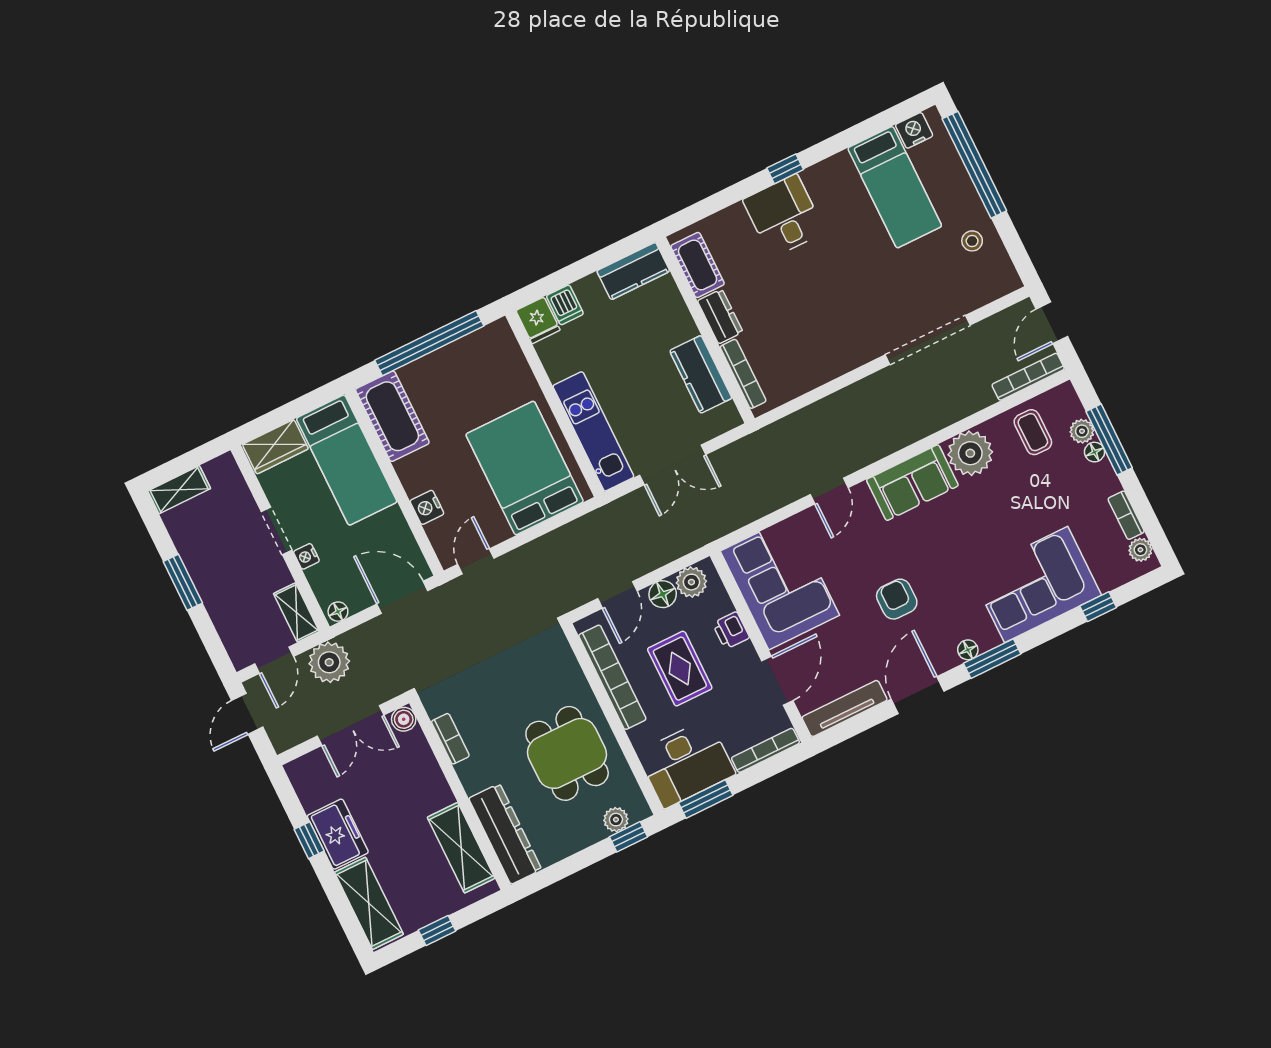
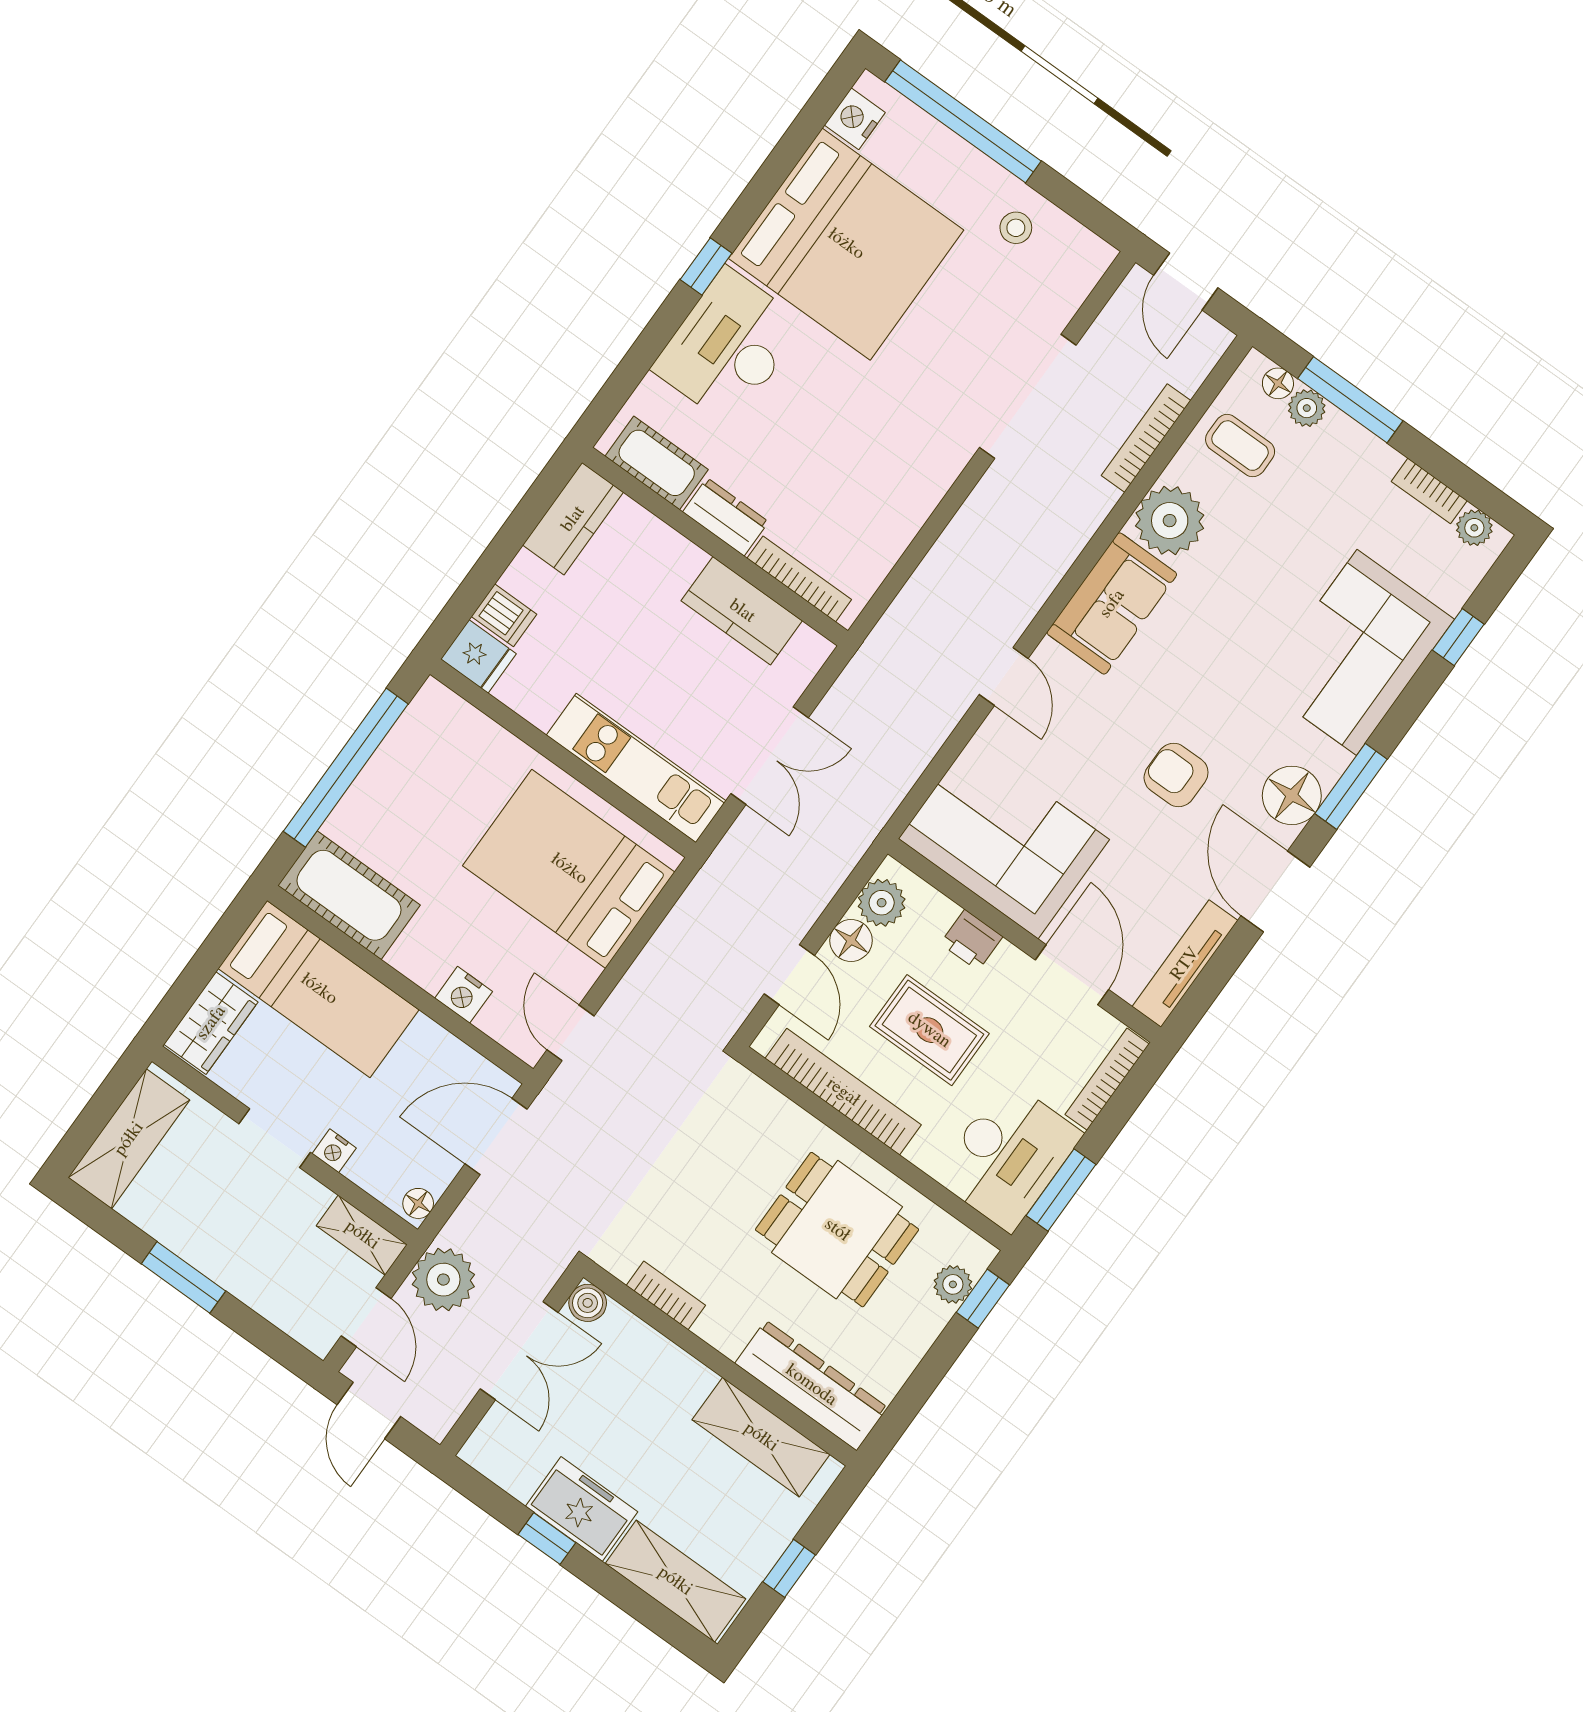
bed: (895, 187) -> (846, 244), width x2.04
desk: (784, 216) -> (729, 346), width x1.37
bookcase: (1028, 377) -> (1146, 438), moved
floor lamp: (1095, 452) -> (1278, 383), moved
shelving: (179, 490) -> (129, 1139), width x1.50, depth x1.33
floor lamp: (968, 650) -> (1292, 795), width x1.89, depth x1.89

